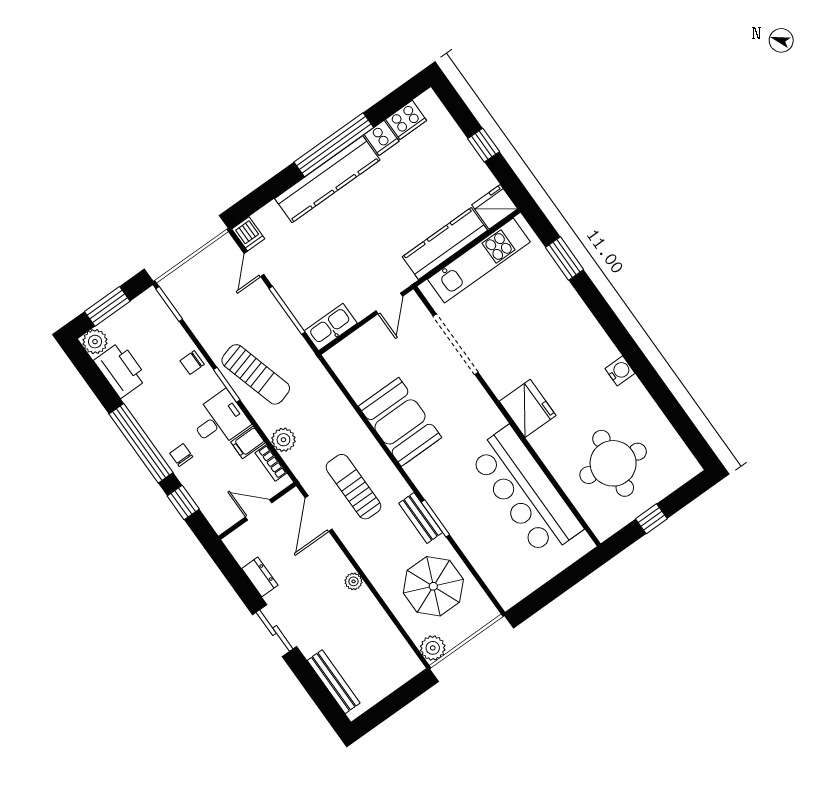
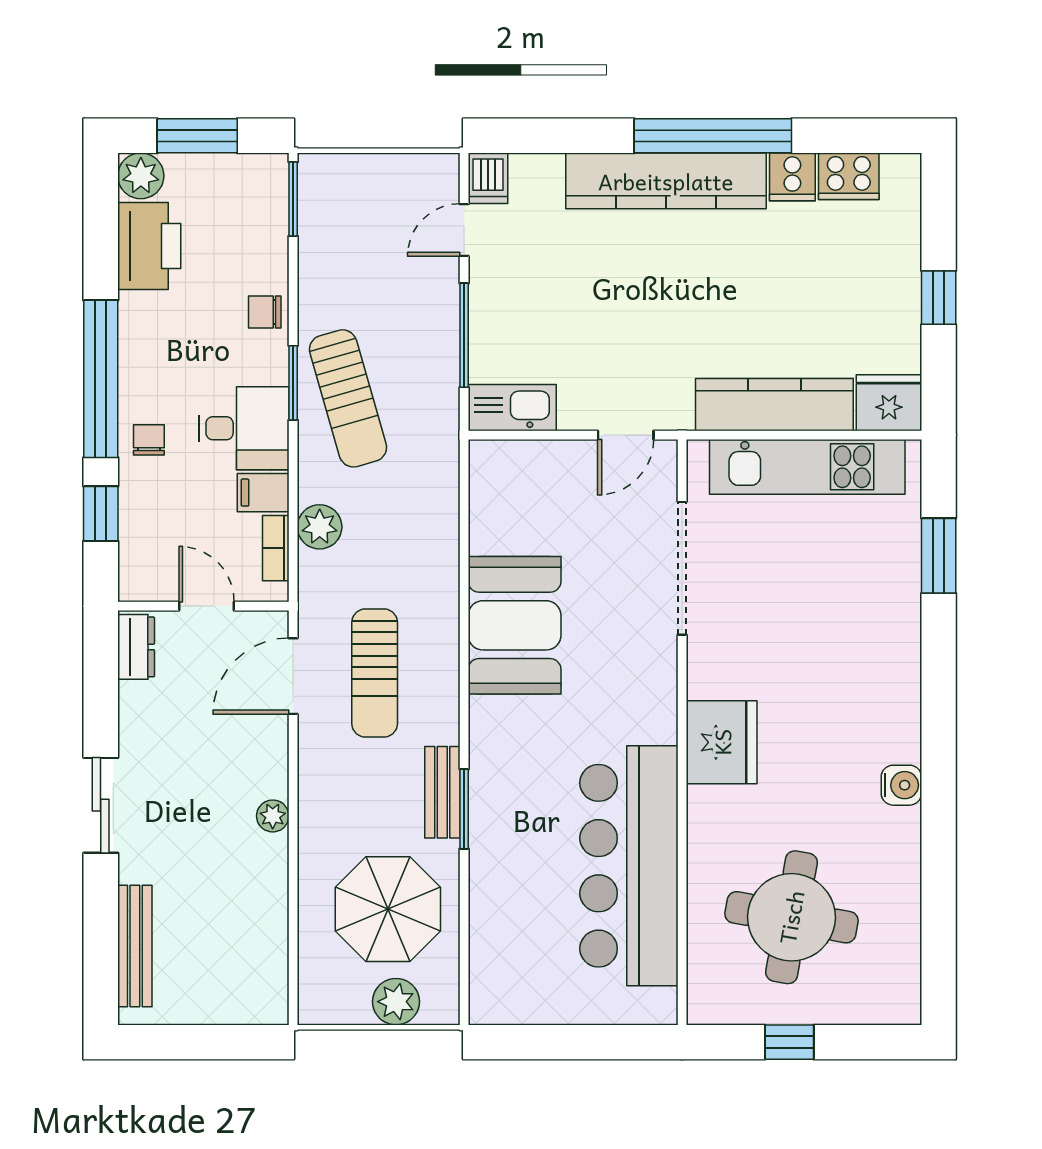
sun lounger: (353, 487) -> (375, 673), turned 180
dresser: (260, 577) -> (136, 647), moved
plant: (433, 648) -> (396, 1002), moved

